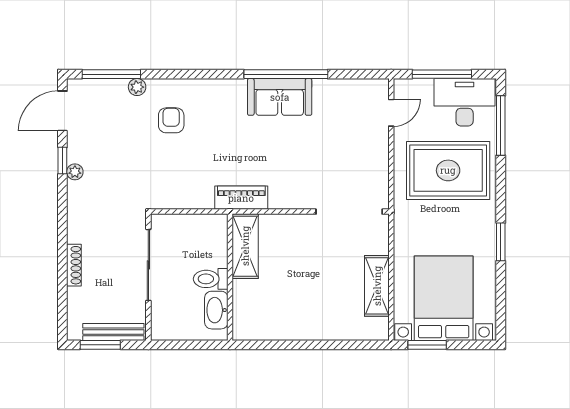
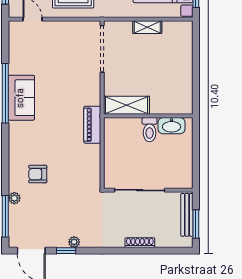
shelving: (245, 246) -> (126, 105), moved
wall: (230, 277) -> (148, 116), moved
toilet: (211, 279) -> (150, 130), moved
shelving: (377, 286) -> (147, 27), width x0.67, depth x0.75
washbasin: (216, 310) -> (171, 126), moved

